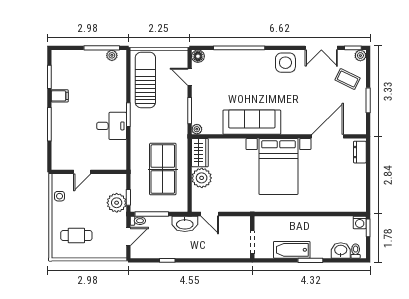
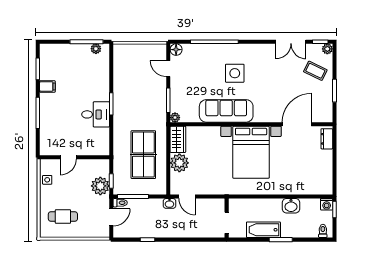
side table: (285, 63) -> (235, 73), moved
sun lounger: (145, 80) -> (127, 72), removed
washbasin: (185, 224) -> (169, 203), width x0.52, depth x0.69
washbasin: (341, 250) -> (291, 206), moved, turned 180

